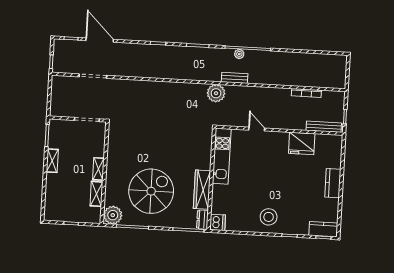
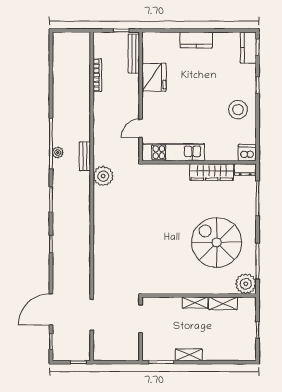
kitchen unit: (222, 156) -> (173, 152), moved
wall: (211, 179) -> (199, 162), moved
wardrobe: (202, 190) -> (212, 172), moved
dresser: (203, 220) -> (245, 170), moved
dishwasher: (218, 222) -> (247, 153), moved

